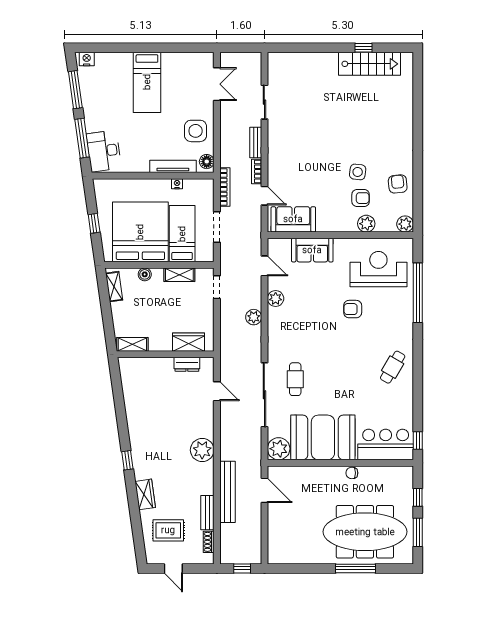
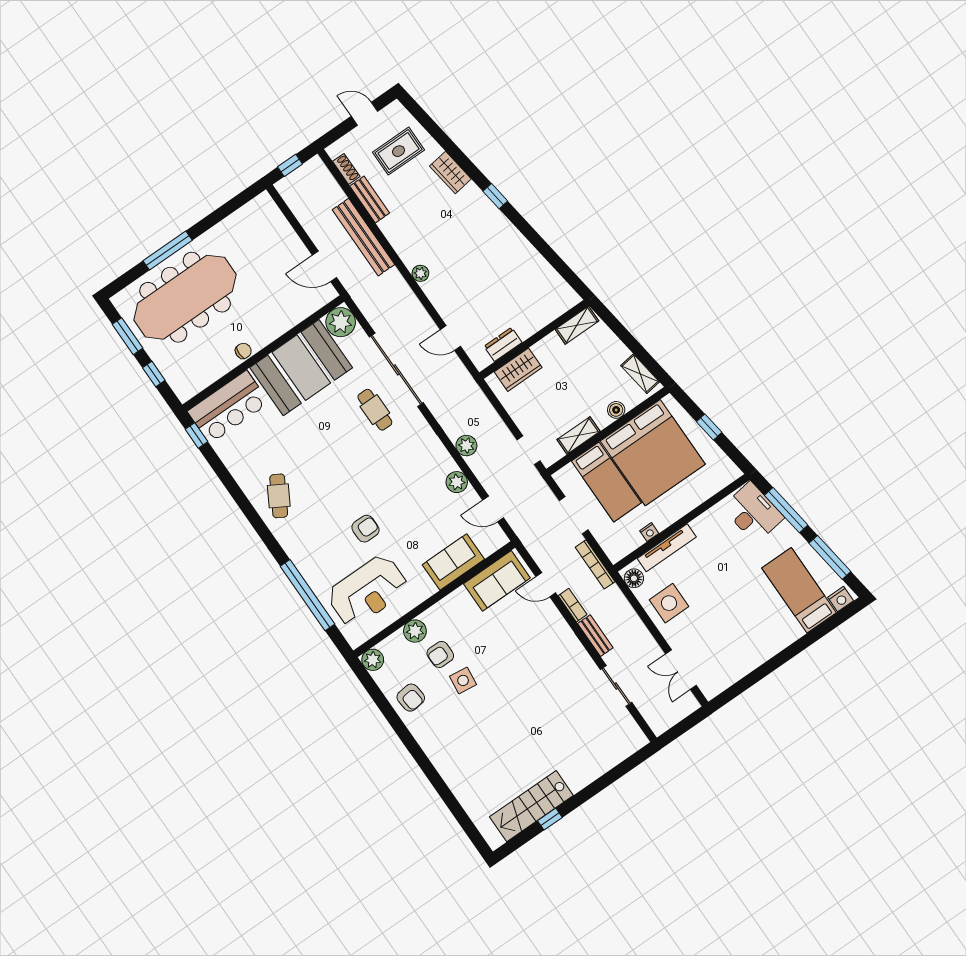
bed: (147, 82) -> (799, 590), moved
plant: (202, 450) -> (420, 273), width x0.53, depth x0.53

